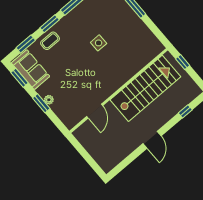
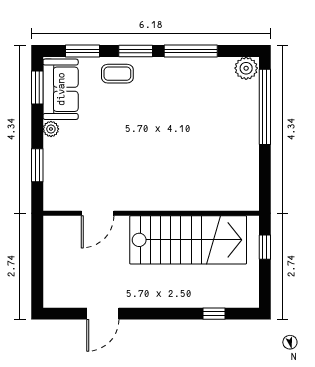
side table: (99, 43) -> (178, 130), removed
plant: (49, 100) -> (51, 129), moved
window: (41, 103) -> (37, 165), moved
door: (152, 140) -> (103, 314), moved

